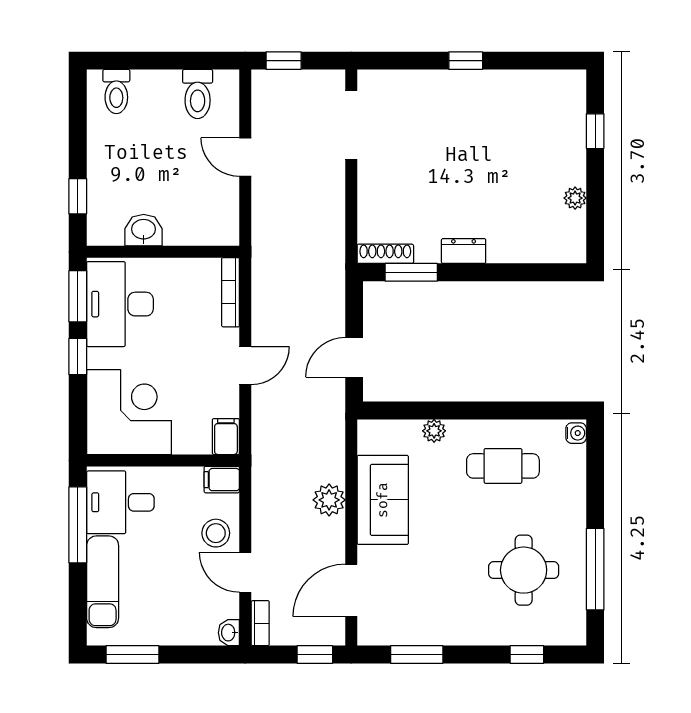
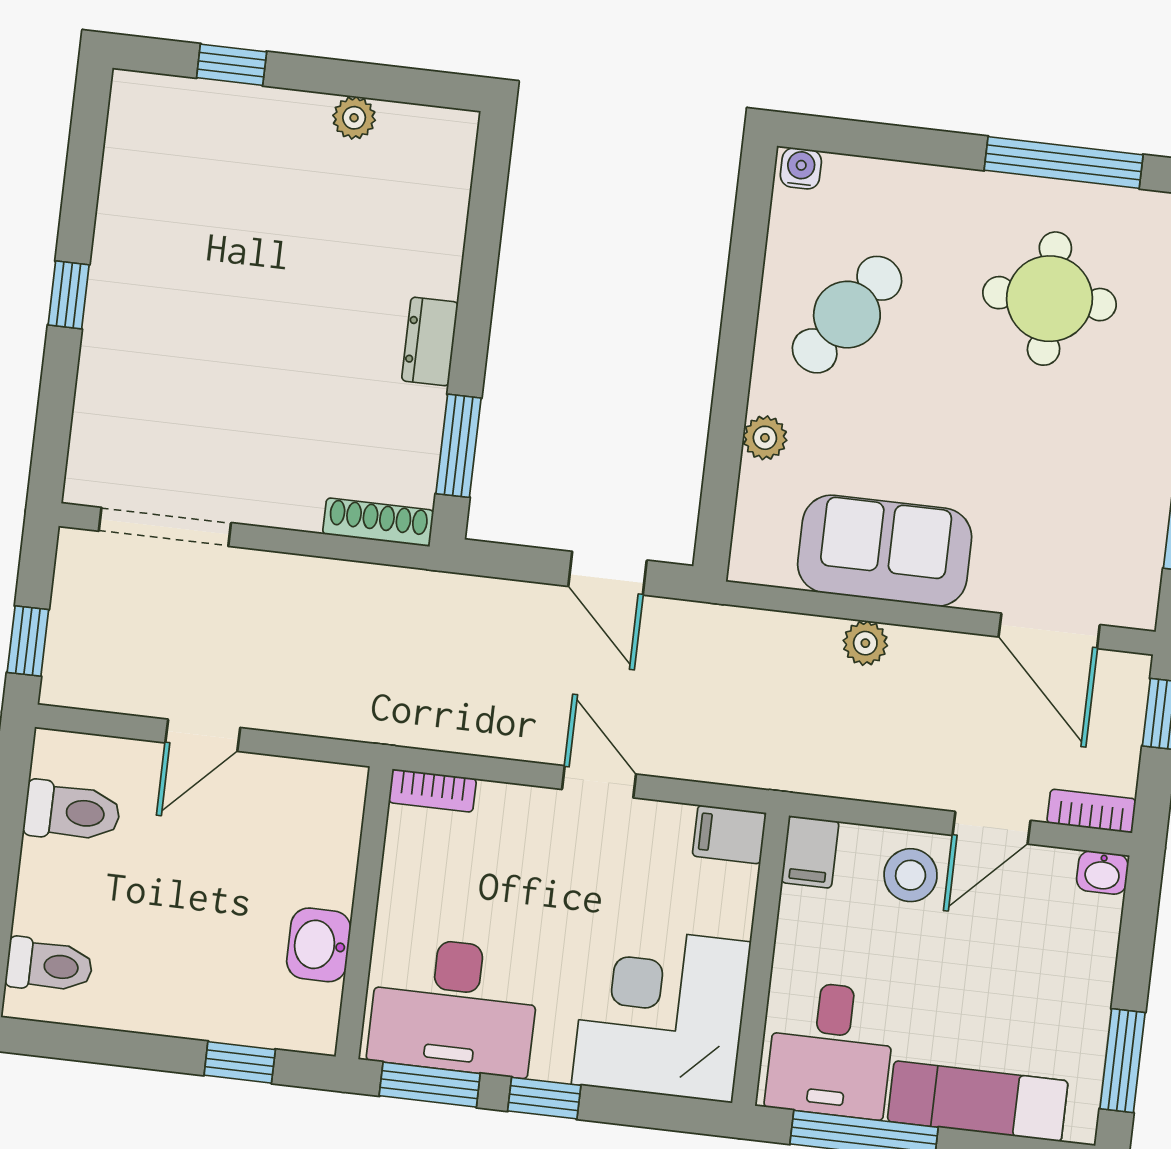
shoe rack: (385, 254) -> (378, 522), moved, turned 90
bookcase: (231, 292) -> (432, 791), width x0.64
cafe table: (503, 466) -> (847, 315), turned 35
plant: (329, 500) -> (865, 643), width x0.73, depth x0.73

